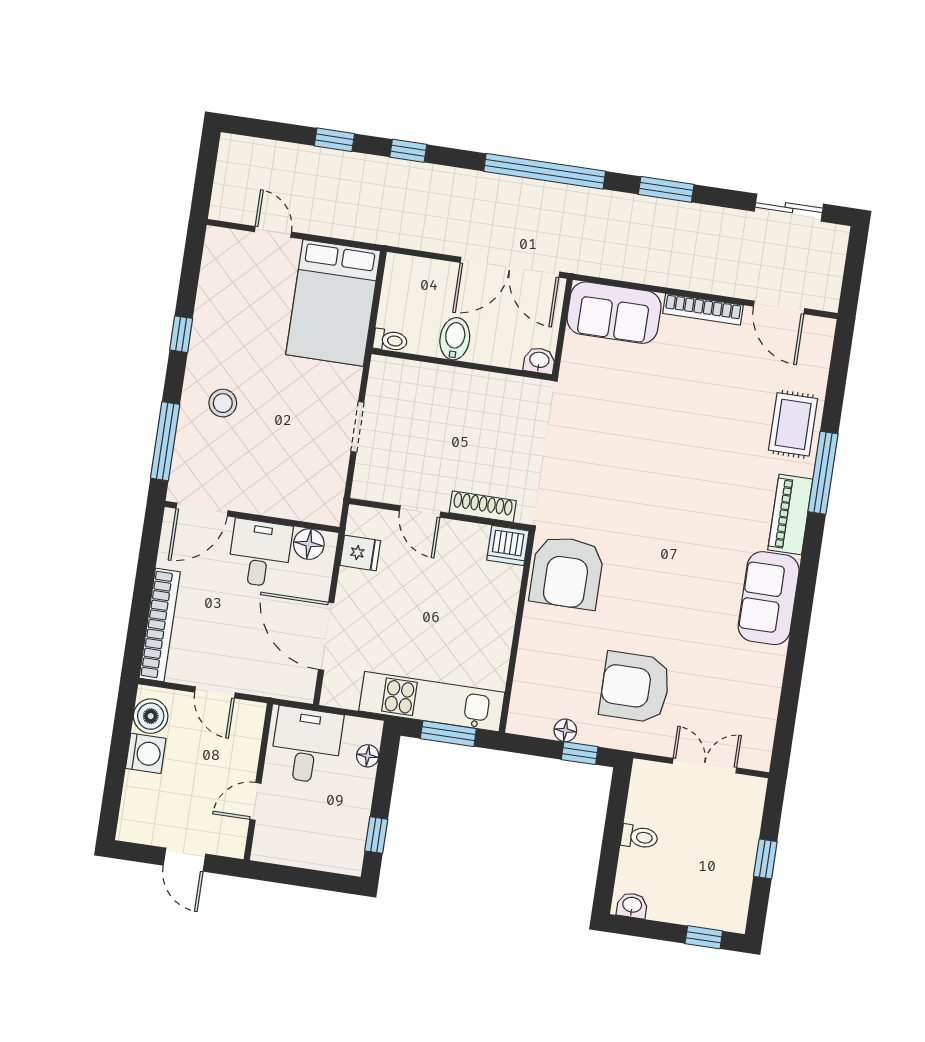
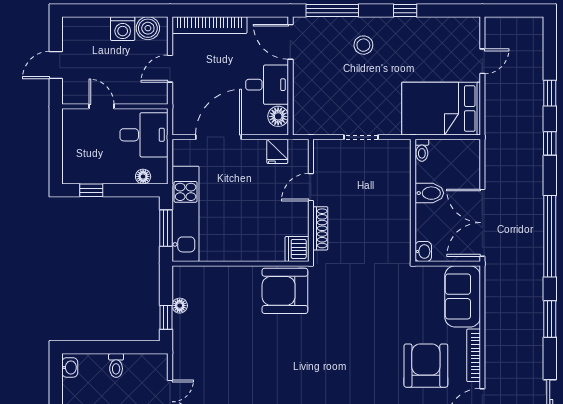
armchair: (635, 687) -> (426, 366), moved

